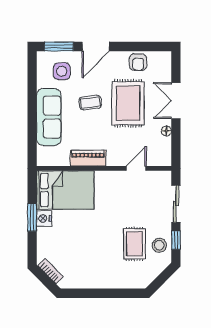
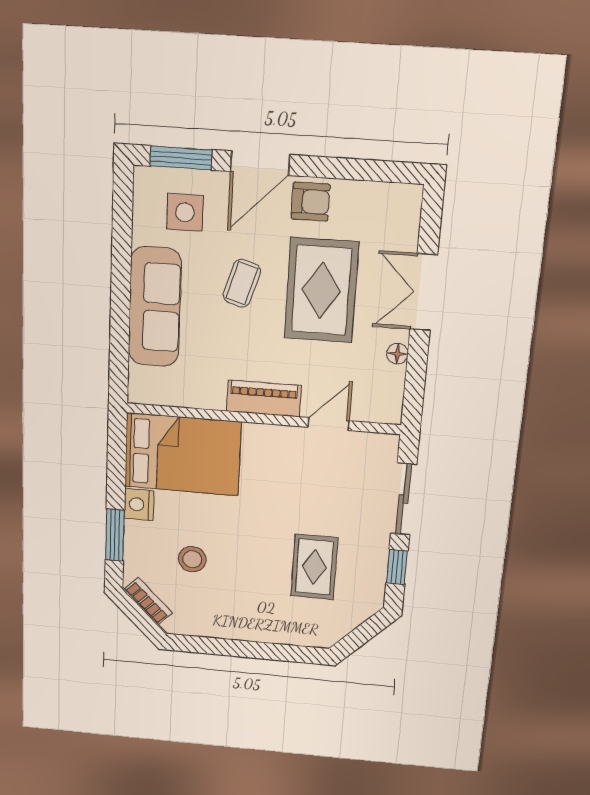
armchair: (138, 62) -> (311, 202), moved, turned -90
coffee table: (90, 103) -> (242, 283), turned -66
piano: (88, 158) -> (264, 398), moved
window: (32, 217) -> (115, 535), moved
stool: (159, 245) -> (192, 559), moved

